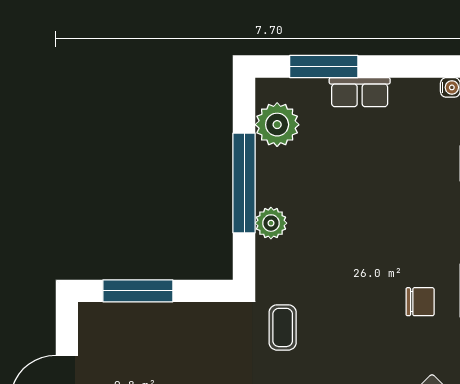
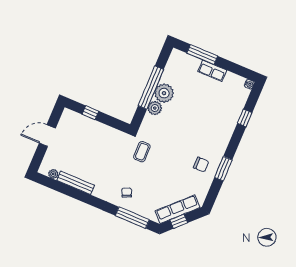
plant: (277, 125) -> (164, 93), moved
window: (138, 291) -> (90, 113), width x0.46

